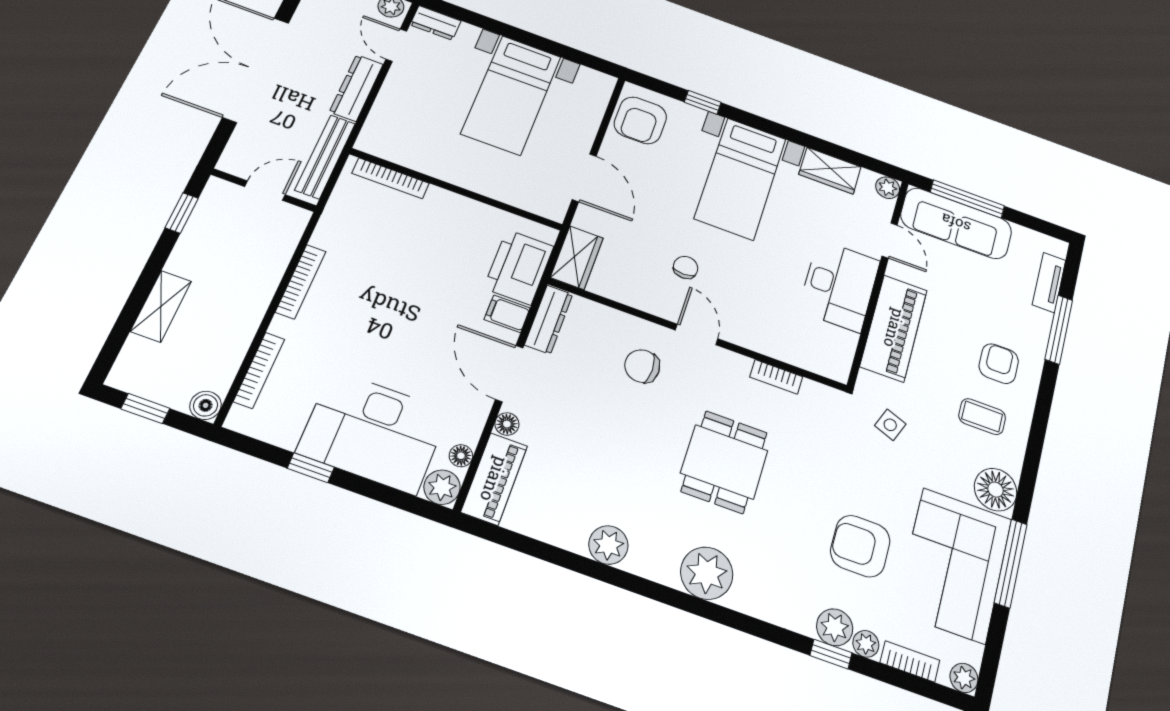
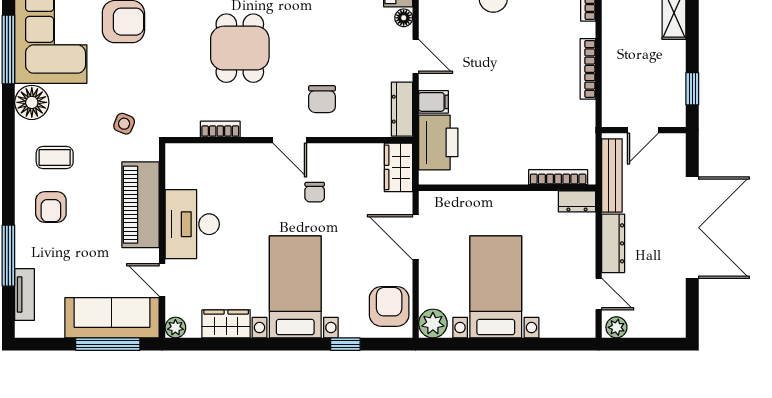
dresser: (436, 23) -> (577, 201), moved, turned 180
plant: (597, 86) -> (433, 323), added
chair: (642, 366) -> (322, 99), turned 90
door: (509, 373) -> (416, 56), width x0.73

